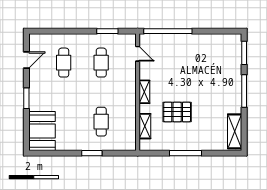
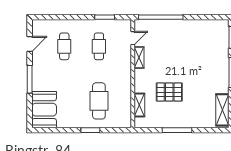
door: (138, 54) -> (133, 38), hinge flipped
shelving: (144, 92) -> (139, 57), moved
window: (26, 98) -> (30, 79), width x1.44
cafe table: (101, 122) -> (99, 101), width x1.37, depth x1.35

